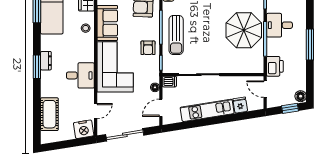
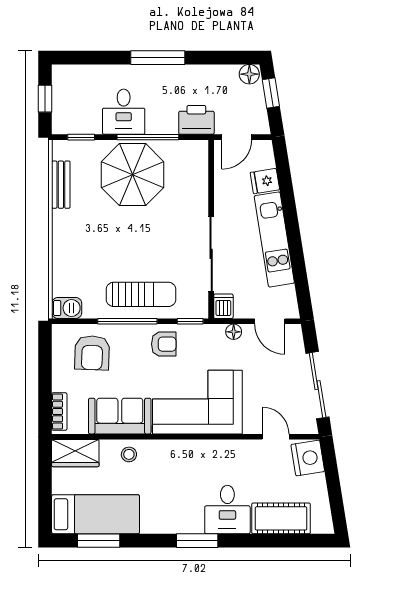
dresser: (46, 61) -> (186, 525), removed
desk: (80, 75) -> (227, 510), moved, turned 180

